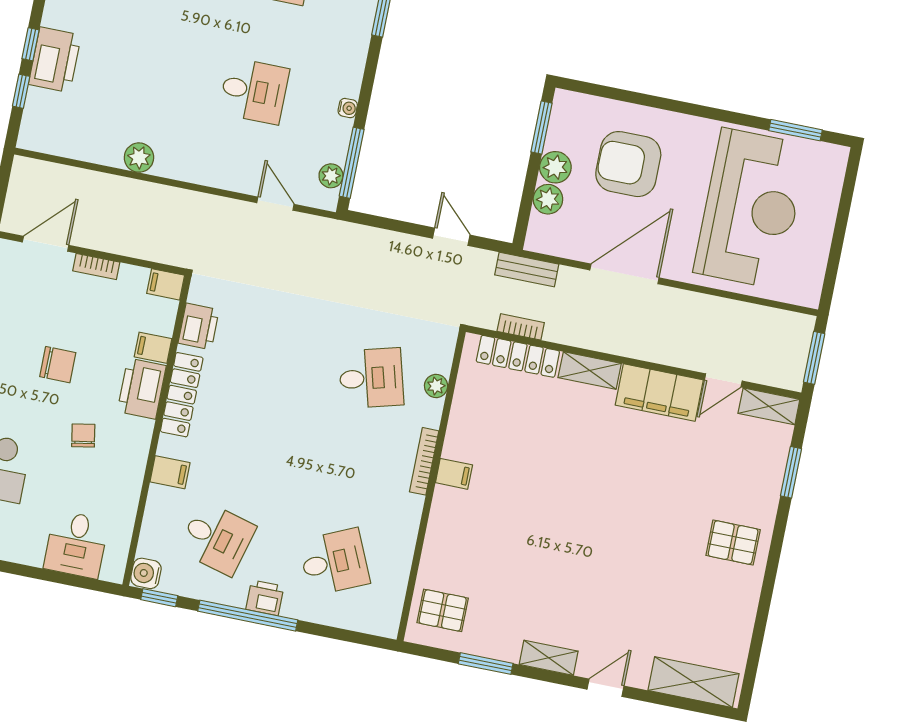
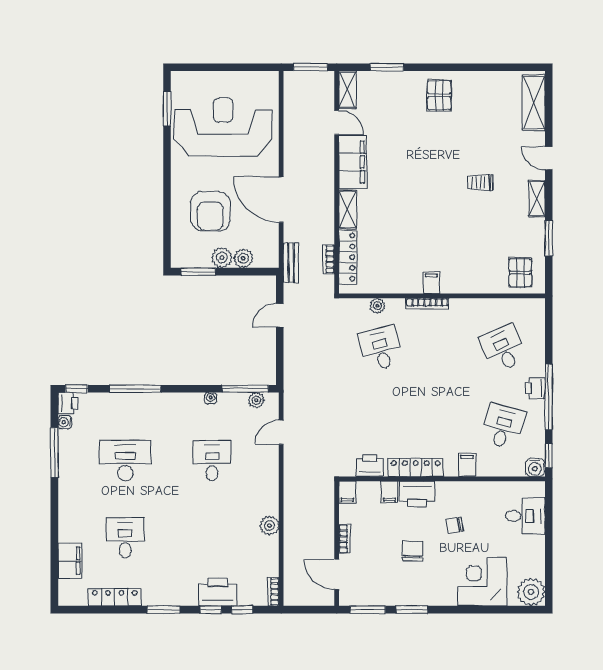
bookcase: (39, 143) -> (273, 592), added
trolley: (590, 577) -> (480, 183), added

